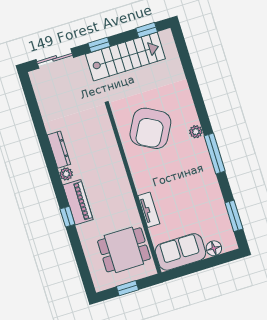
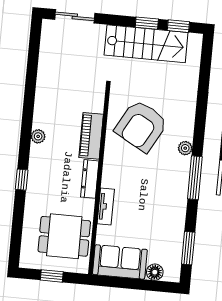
window: (99, 45) -> (147, 23), moved
dresser: (59, 150) -> (90, 179), moved, turned 180
piano: (78, 202) -> (91, 136), moved, turned 180

